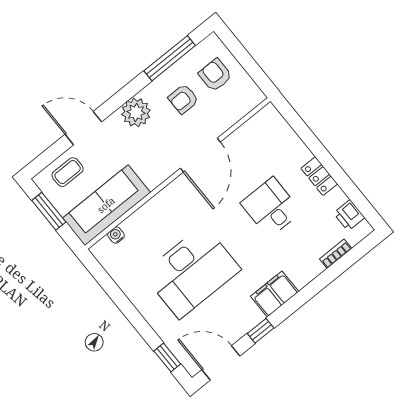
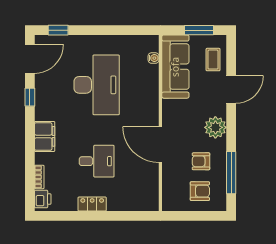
armchair: (183, 99) -> (201, 161), turned -90
printer: (349, 215) -> (43, 199), moved, turned 90
desk: (192, 272) -> (97, 85), turned 180
filing cabinet: (275, 294) -> (45, 136), moved

